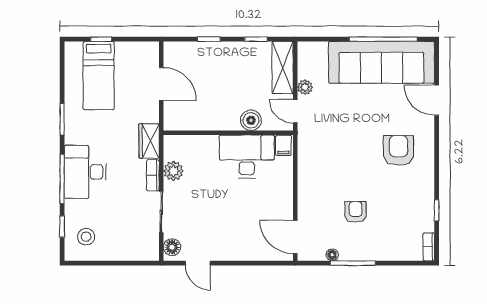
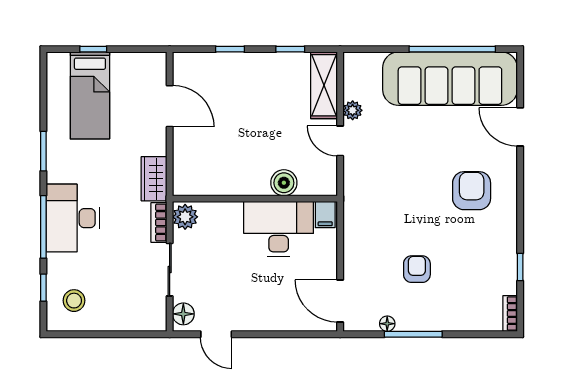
boiler: (251, 120) -> (284, 183), moved
wall: (228, 133) -> (255, 199), moved
filing cabinet: (283, 145) -> (325, 215), moved
desk: (247, 157) -> (279, 229), moved

